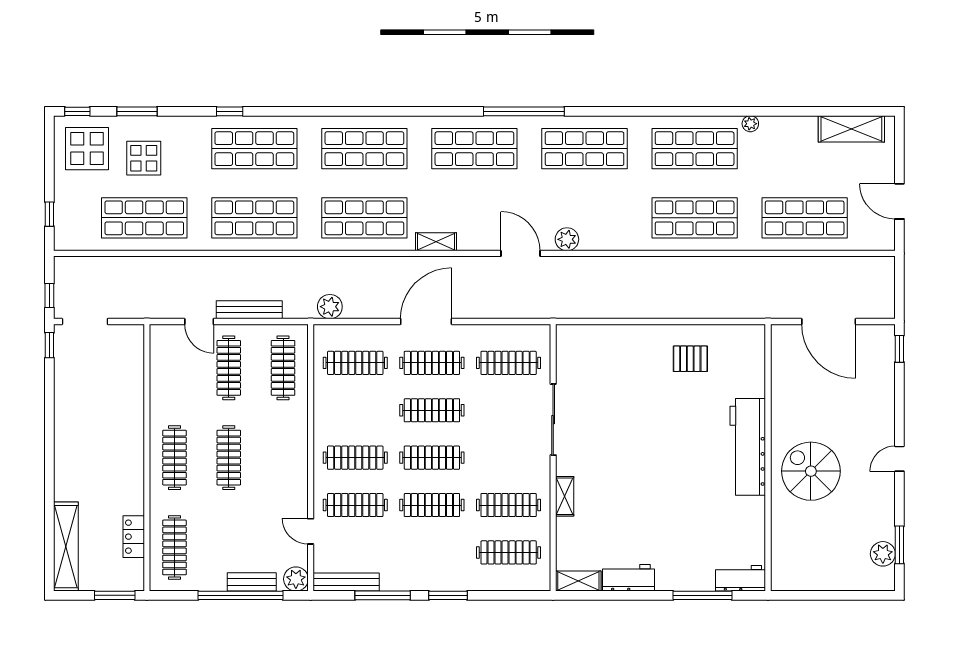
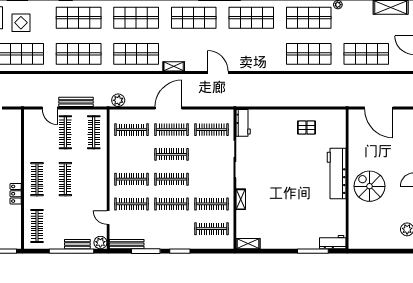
plant: (567, 239) -> (242, 65), removed
locker: (134, 537) -> (16, 194), moved
workbench: (628, 578) -> (243, 123), moved, turned 90

